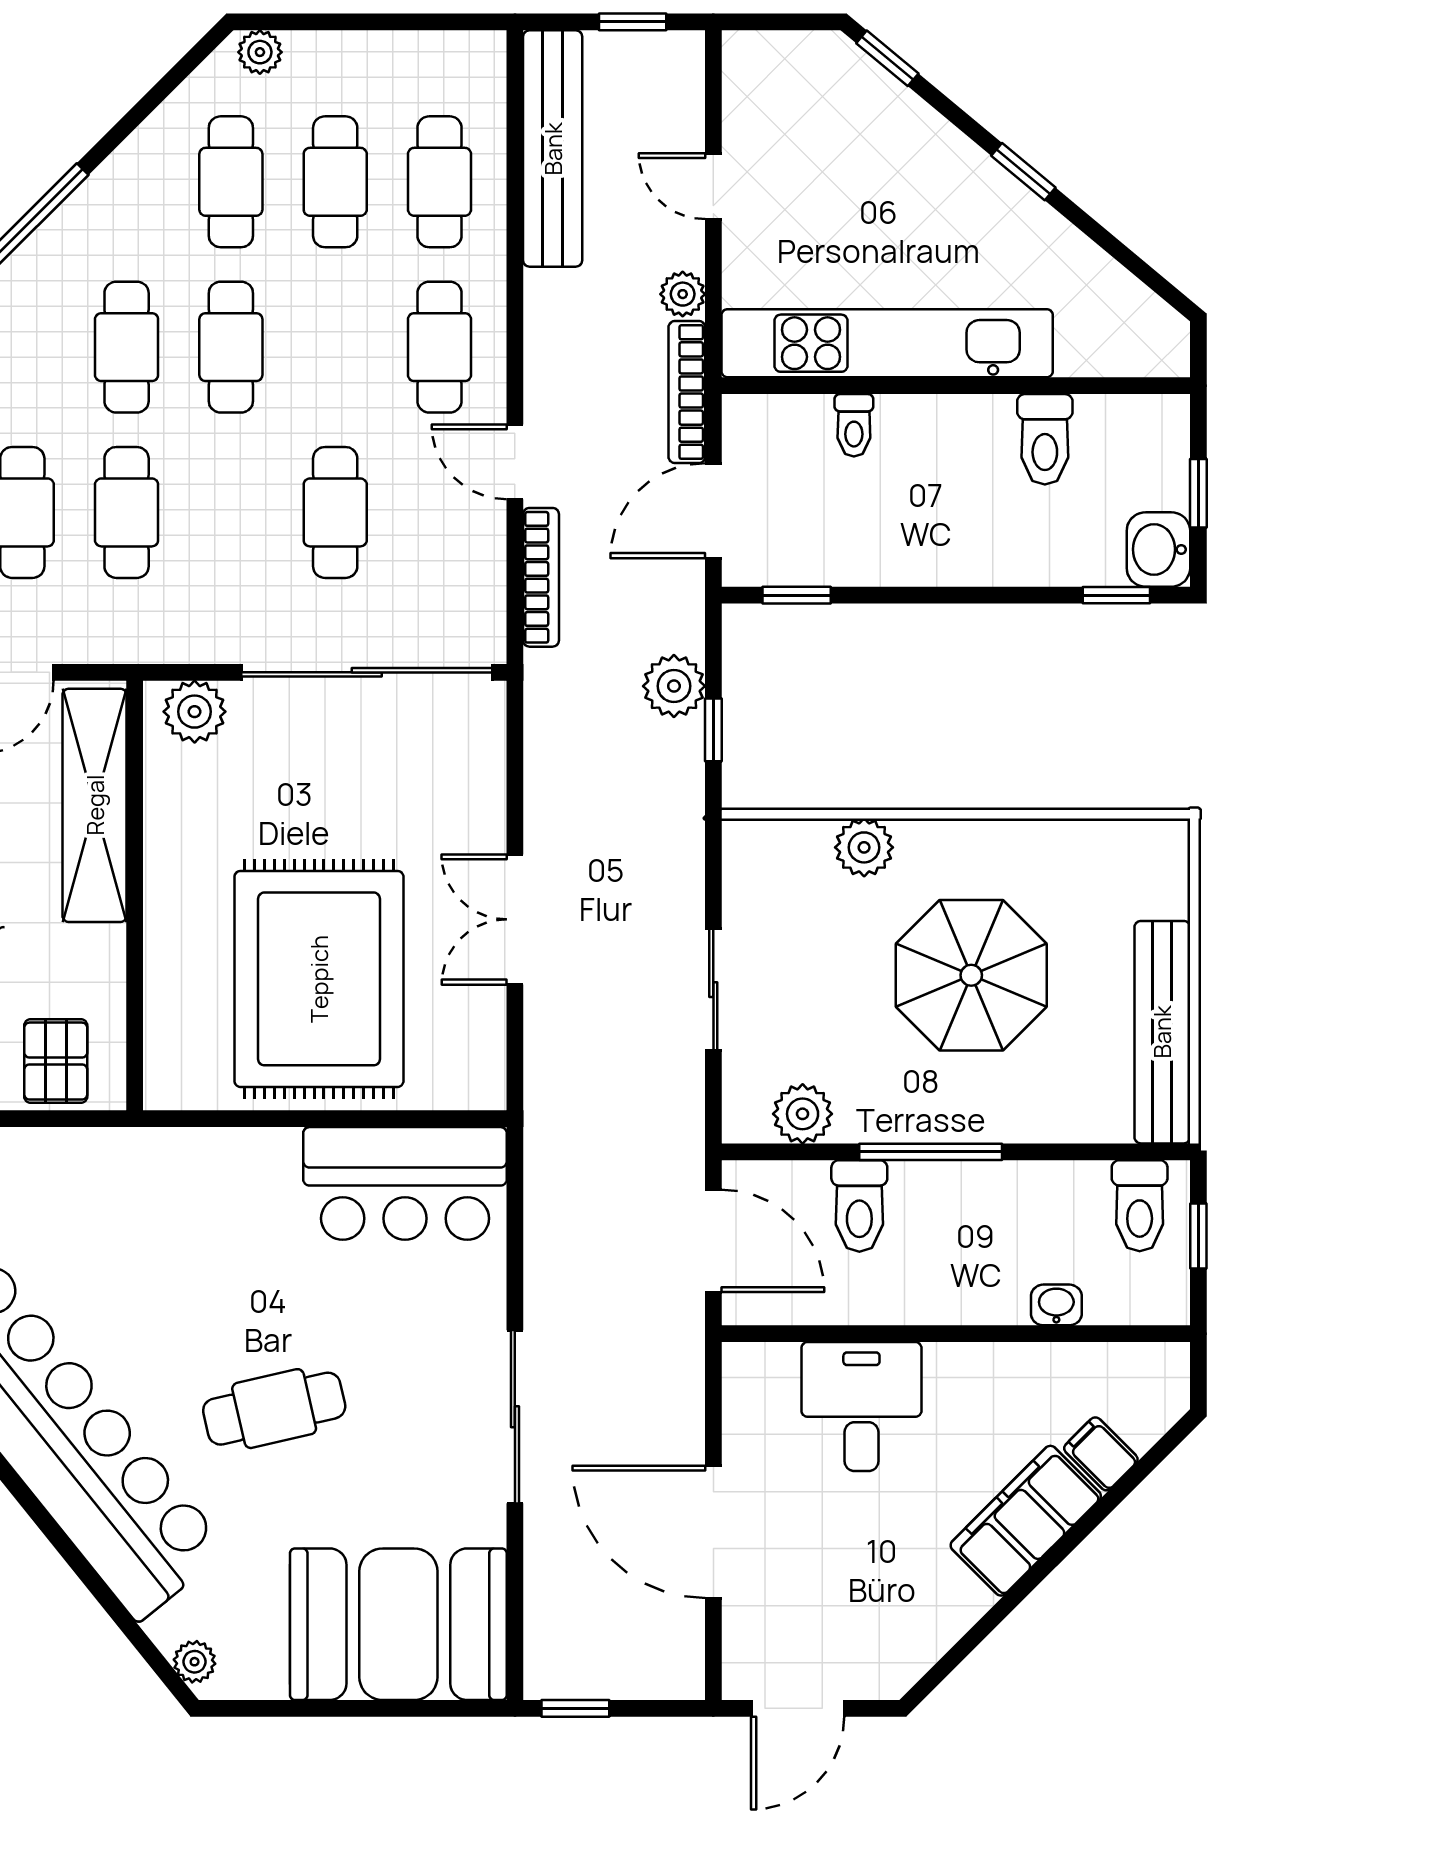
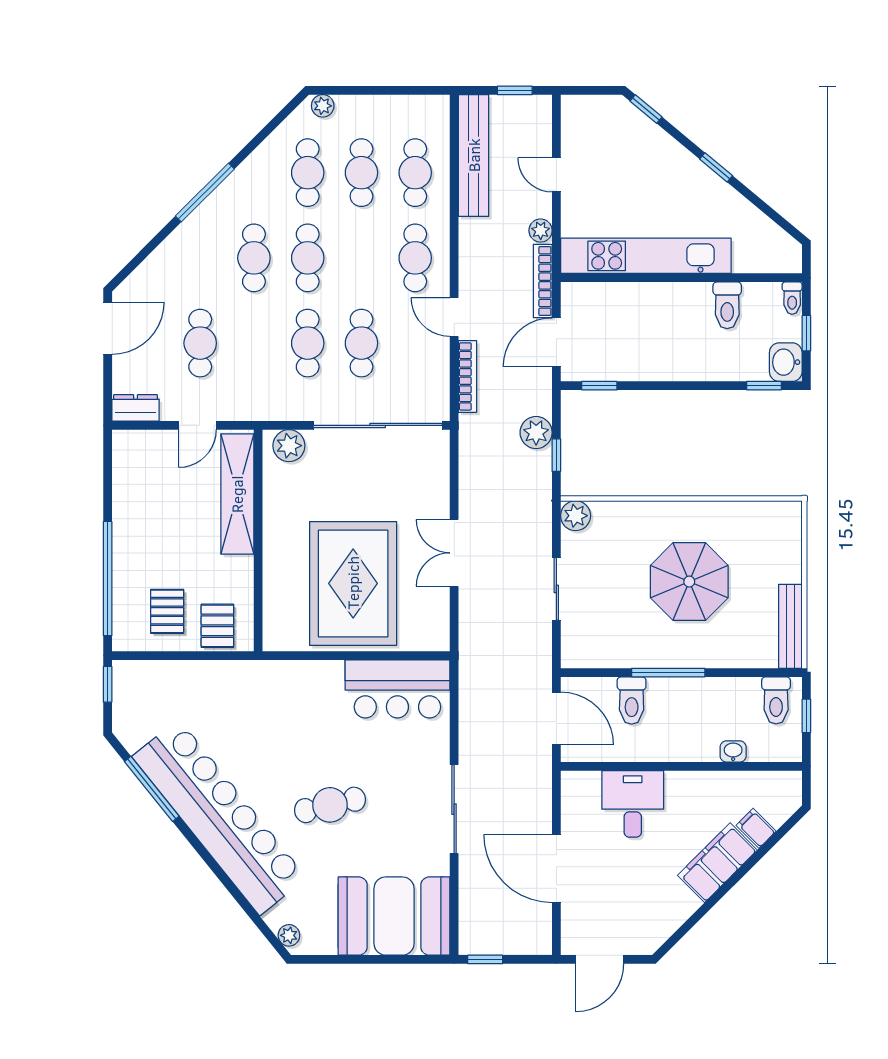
toilet: (854, 425) -> (792, 298), moved
cafe table: (127, 512) -> (308, 343), moved
plant: (864, 847) -> (576, 516), moved
bench: (1162, 1032) -> (790, 626), width x0.73, depth x0.82
plant: (803, 1114) -> (602, 653), removed

